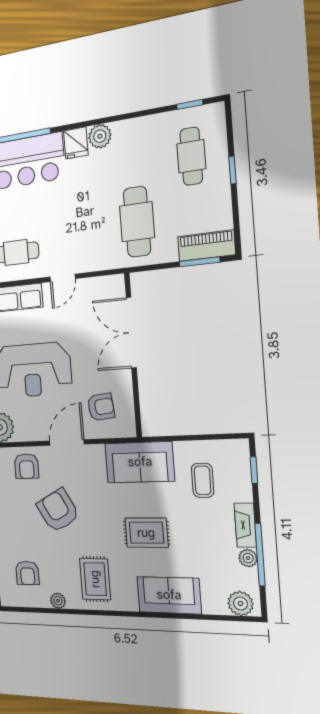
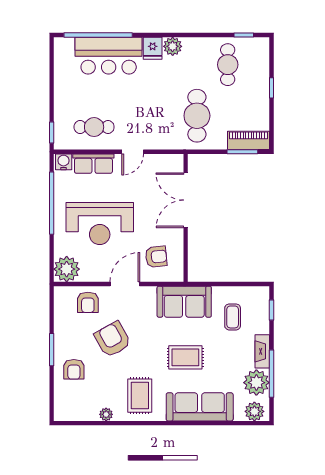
cafe table: (191, 156) -> (228, 65), moved
plant: (248, 558) -> (256, 383), width x1.87, depth x1.87
armchair: (27, 573) -> (74, 369), moved
sofa: (169, 595) -> (200, 407), width x1.36

